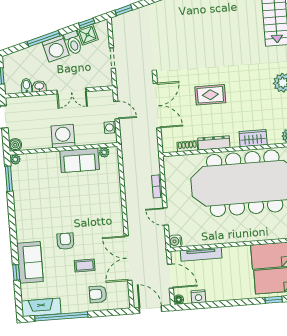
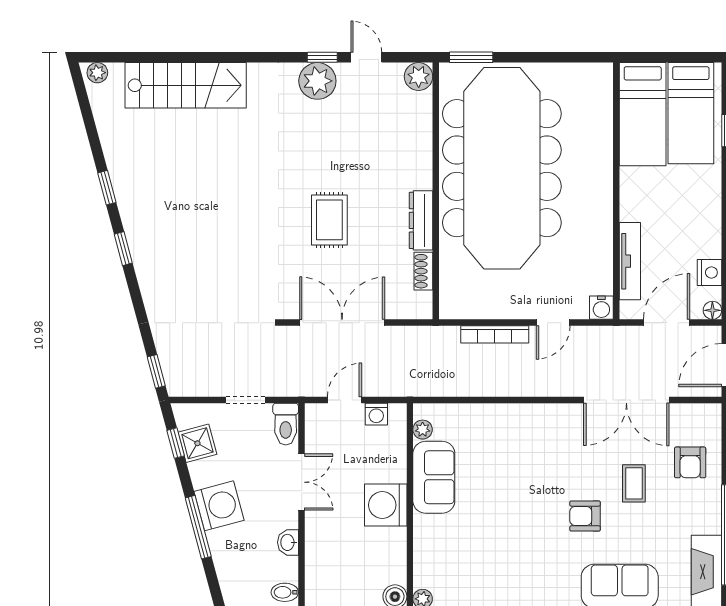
toilet: (73, 43) -> (286, 424), moved, turned 105
bidet: (26, 86) -> (285, 592), moved
wardrobe: (253, 138) -> (418, 145), removed
bookcase: (157, 186) -> (495, 334), width x1.56

